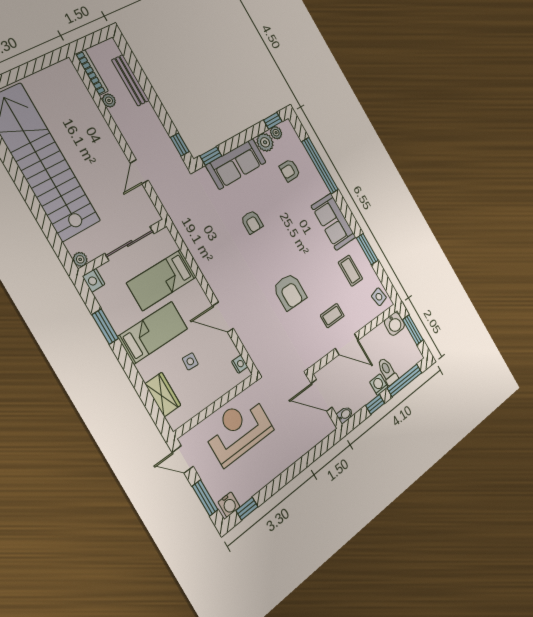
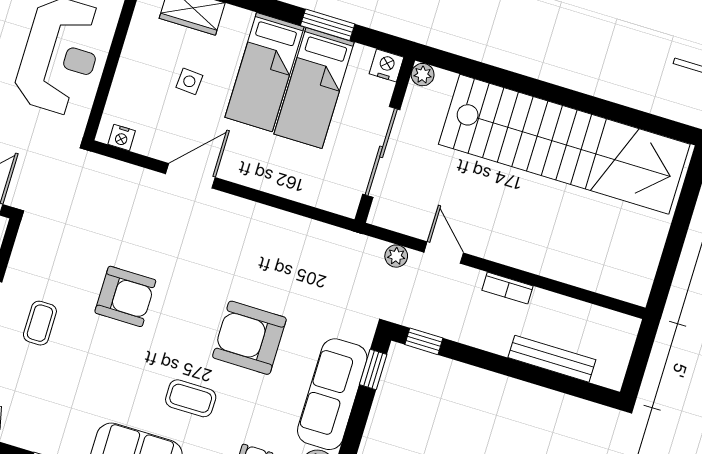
bookcase: (92, 72) -> (507, 288), moved, width x0.64
plant: (109, 100) -> (396, 256), moved
armchair: (252, 222) -> (249, 338), width x1.88, depth x1.88
coffee table: (350, 271) -> (191, 398), moved
bed: (162, 280) -> (314, 88), moved, turned 180
armchair: (290, 292) -> (125, 296), turned 180

